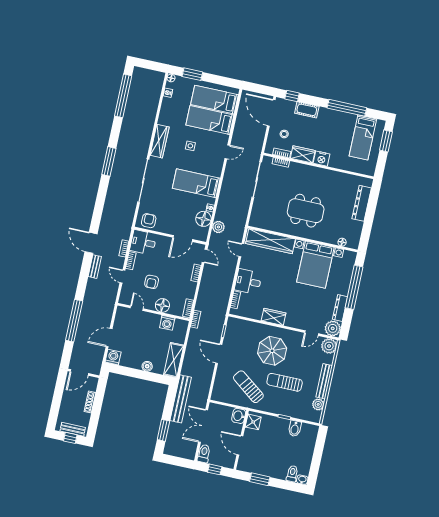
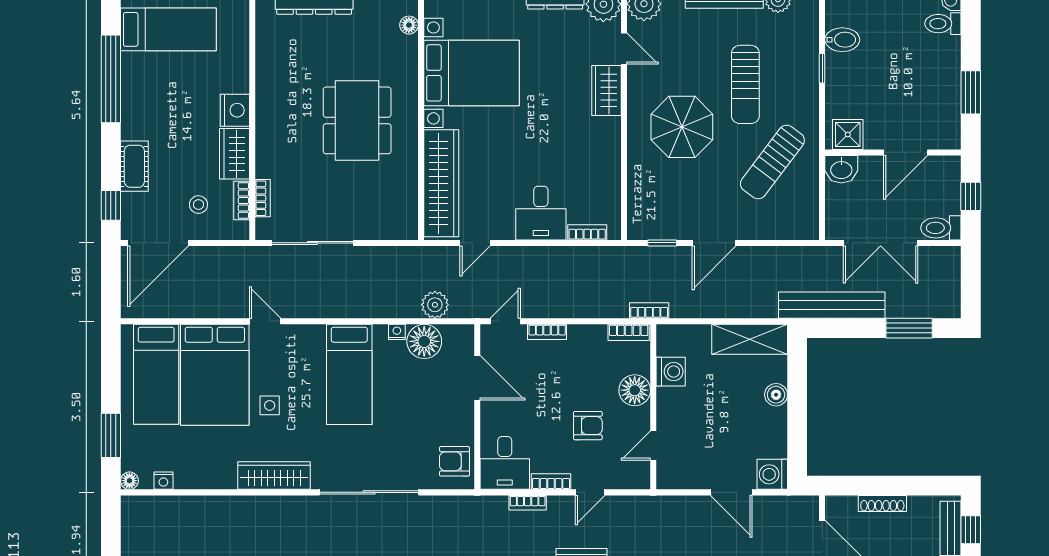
bed: (210, 120) -> (215, 375), width x1.50
wardrobe: (274, 317) -> (606, 91), moved

